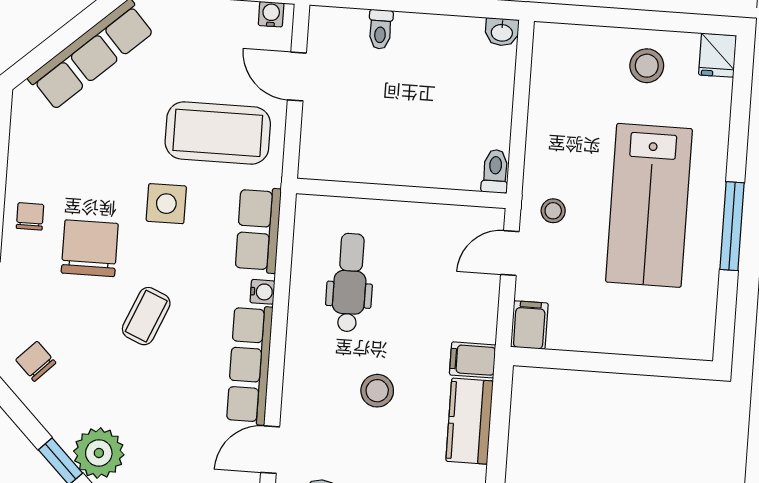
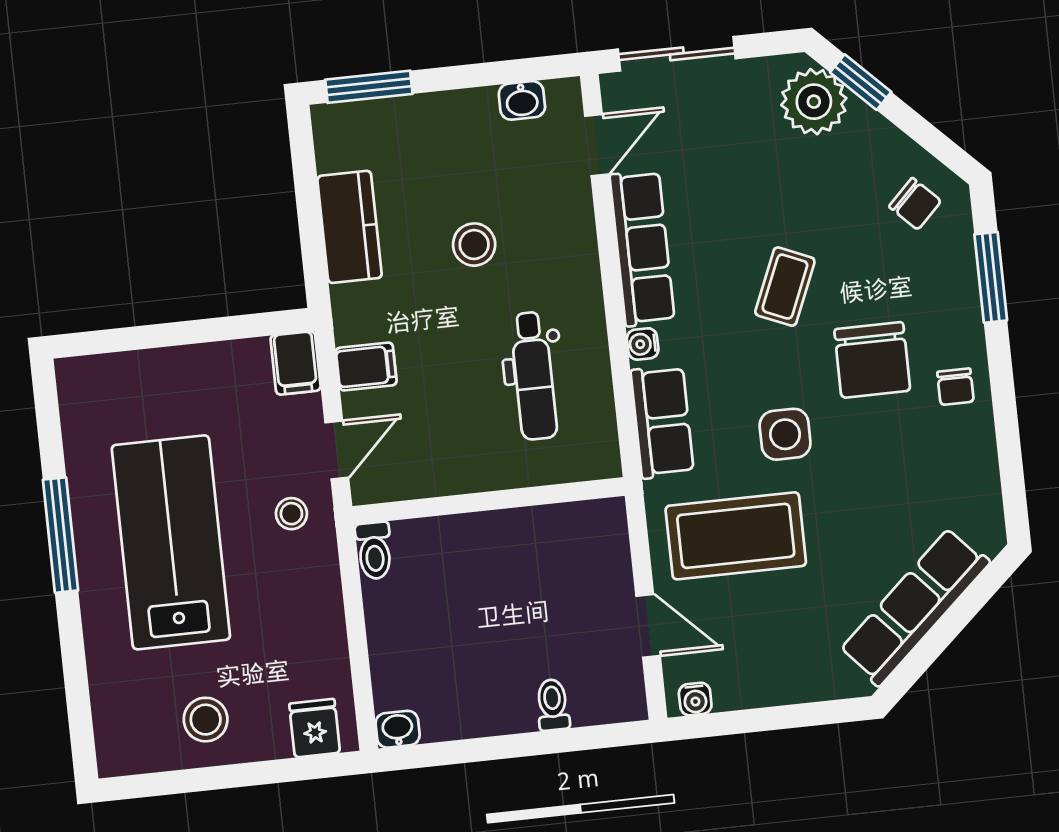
fridge: (717, 55) -> (315, 728), moved
filing cabinet: (473, 360) -> (366, 367), moved

